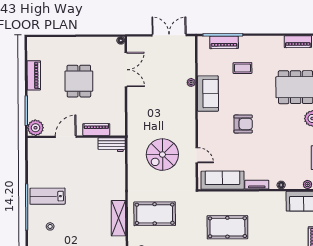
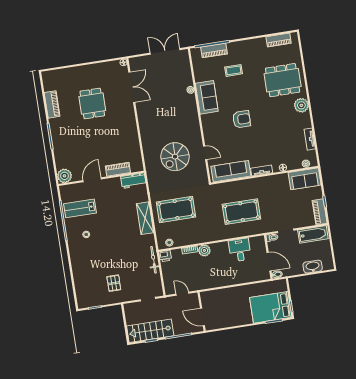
plant: (36, 128) -> (64, 176), moved
piano: (96, 129) -> (118, 169), moved
door: (66, 137) -> (92, 180), moved
wall: (76, 137) -> (101, 178), moved
workbench: (112, 145) -> (133, 181), moved

